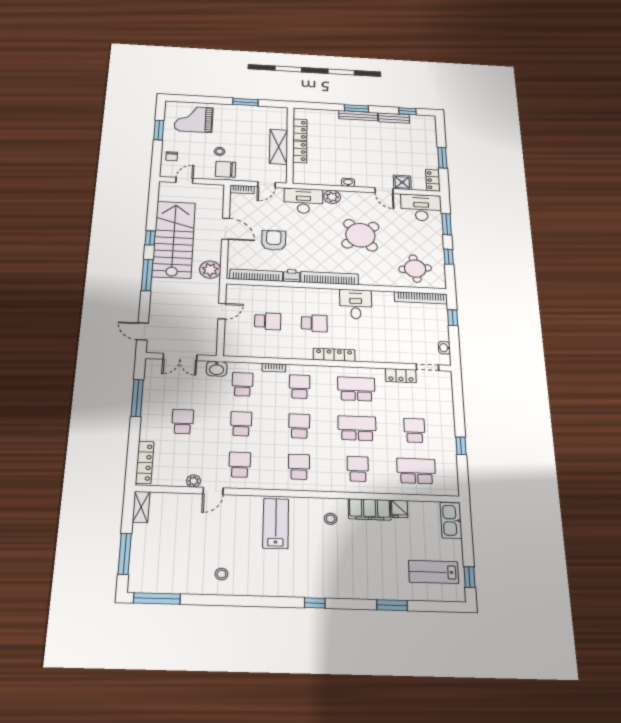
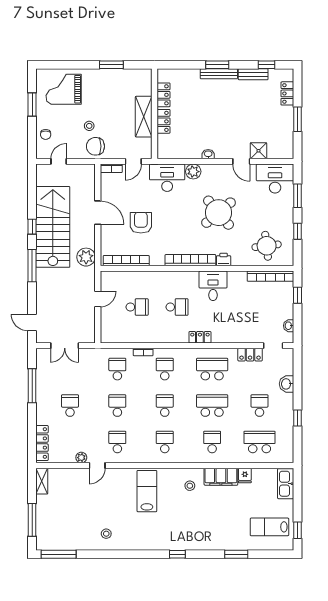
locker: (433, 180) -> (287, 93), moved
printer: (292, 276) -> (224, 259), moved
locker: (334, 355) -> (200, 337), width x0.66
washbasin: (217, 369) -> (286, 384), moved, turned 90

